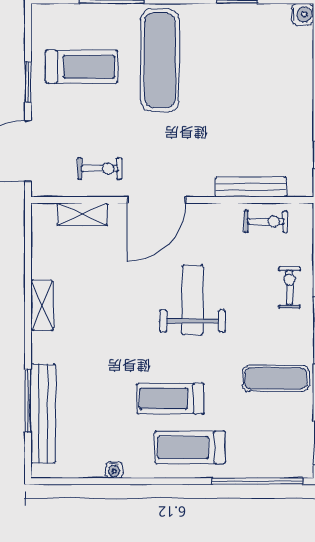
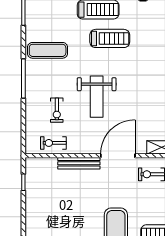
bench: (251, 187) -> (79, 163), moved
exercise bike: (289, 287) -> (57, 110), moved

